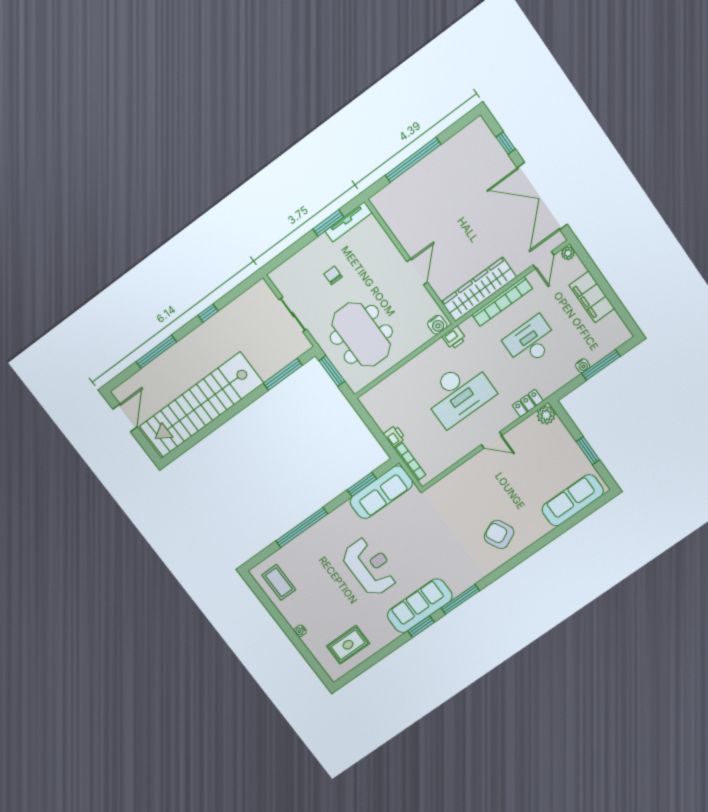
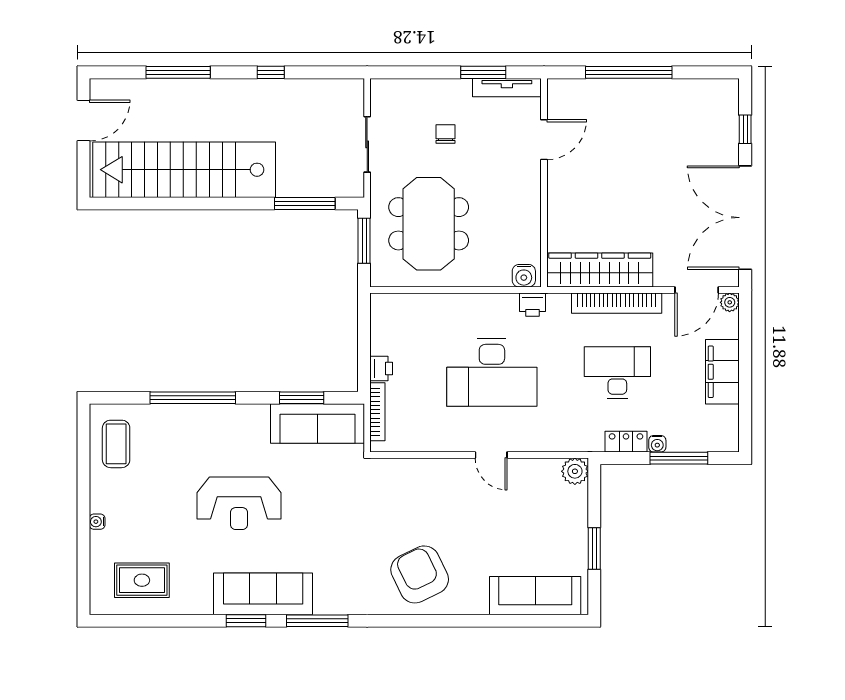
door: (544, 260) -> (697, 290), width x1.38
door: (417, 272) -> (544, 140), moved
locker: (528, 403) -> (626, 442), moved
armchair: (499, 534) -> (420, 574), width x1.36, depth x1.36
reception desk: (370, 566) -> (239, 503), turned 90

